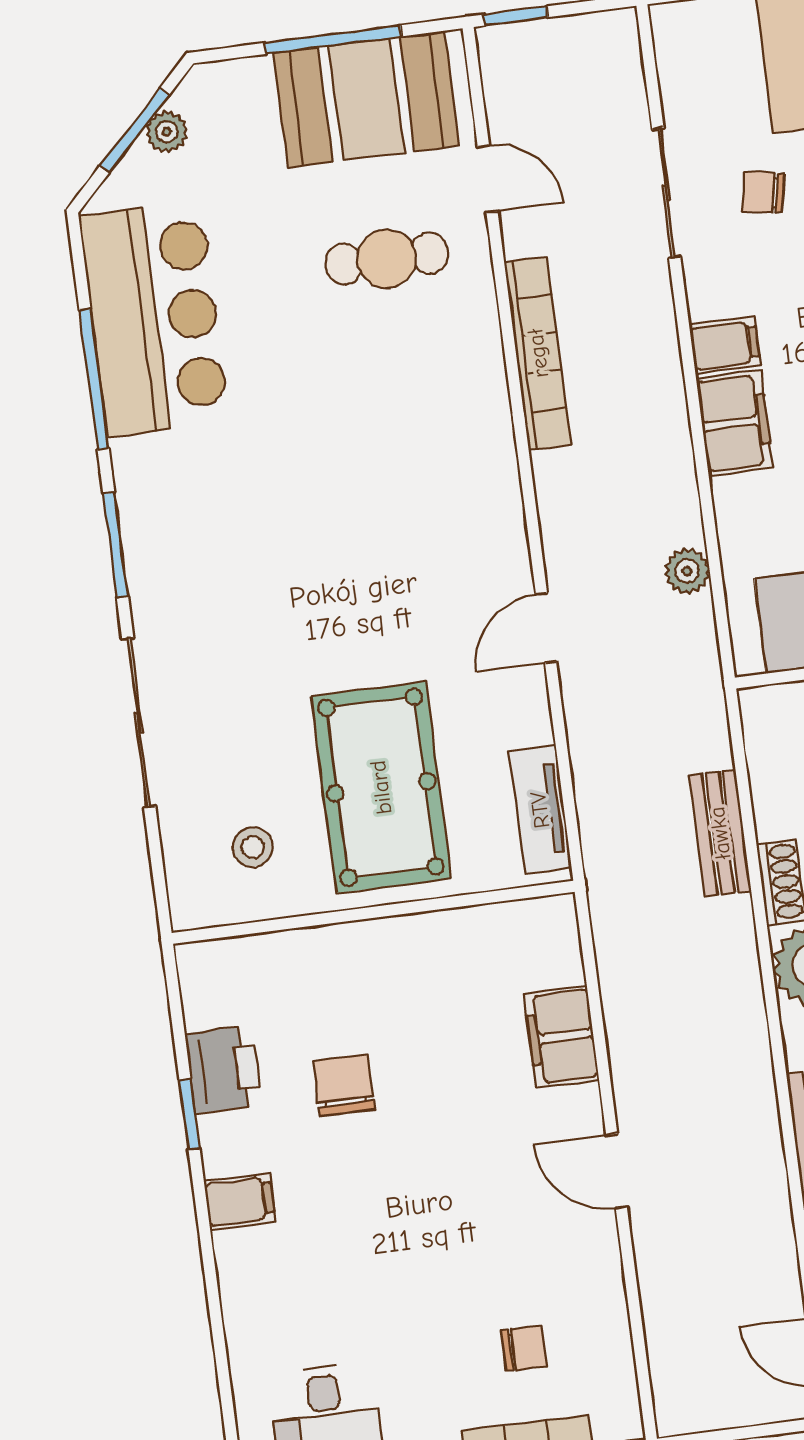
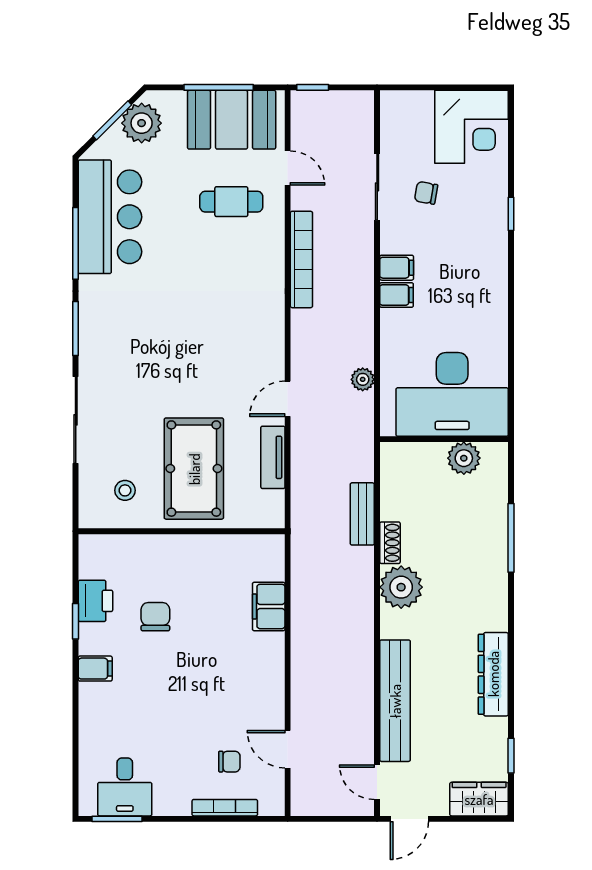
plant: (167, 132) -> (142, 123), width x1.88, depth x1.88
filing cabinet: (735, 423) -> (396, 295), width x0.50
tv unit: (540, 810) -> (273, 457), moved
door: (617, 1171) -> (288, 749), moved

